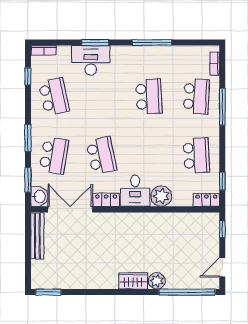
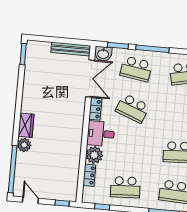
window: (28, 138) -> (152, 49), width x1.44
school desk: (101, 155) -> (133, 108), turned 33
locker: (206, 200) -> (89, 175), moved

